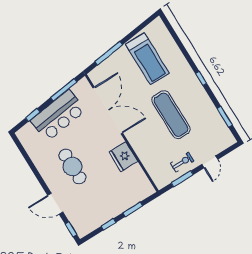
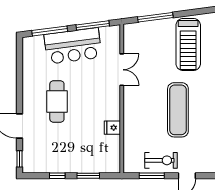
double door: (108, 110) -> (122, 70), width x0.54
window: (33, 115) -> (50, 31), width x2.17
fridge: (123, 157) -> (112, 128), width x0.53, depth x0.75
exercise bike: (182, 162) -> (161, 160), width x1.38, depth x1.39

